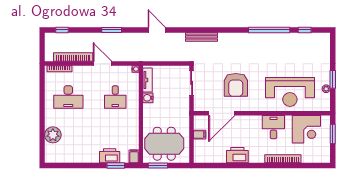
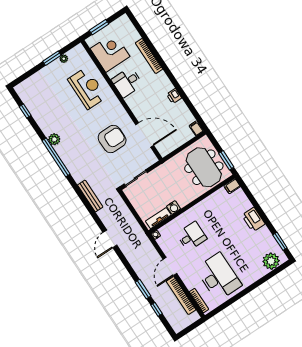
window: (62, 30) -> (156, 309), moved
window: (112, 30) -> (143, 289), moved
window: (269, 30) -> (56, 157), moved
plant: (266, 38) -> (54, 139), added
reception desk: (290, 92) -> (87, 88), width x0.74, depth x0.77
desk: (68, 97) -> (218, 277), width x1.36, depth x1.30
plant: (53, 135) -> (271, 261), moved
filing cabinet: (200, 135) -> (196, 128), moved
printer: (237, 155) -> (174, 96), width x0.53, depth x0.68
printer: (110, 156) -> (253, 219), moved
window: (116, 165) -> (280, 241), moved

